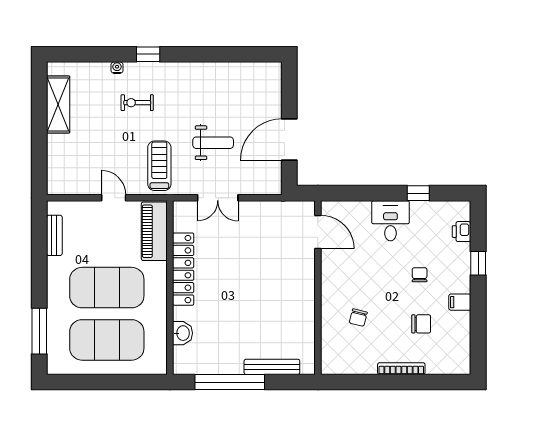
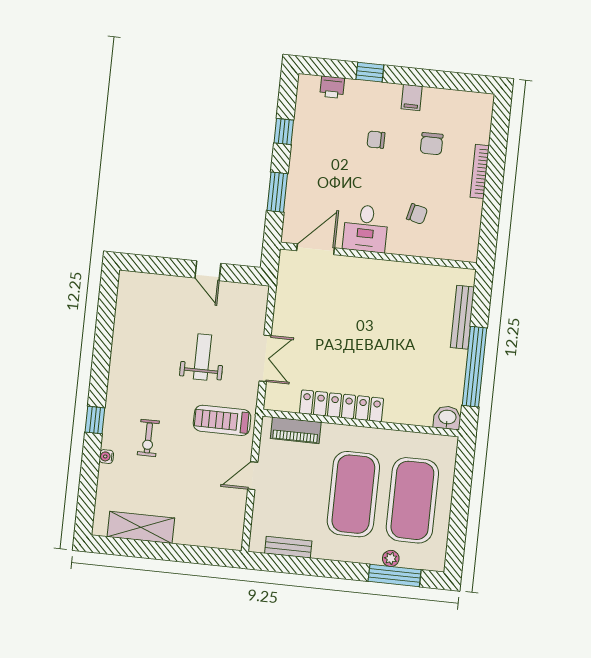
door: (289, 139) -> (208, 271), width x0.53
window: (365, 193) -> (277, 192), added
desk: (390, 221) -> (366, 228), moved, turned -90
piano: (154, 231) -> (296, 430), width x0.73, depth x0.75
chair: (421, 324) -> (432, 144), turned 180
plant: (54, 326) -> (391, 558), added
washbasin: (182, 333) -> (447, 418), moved

